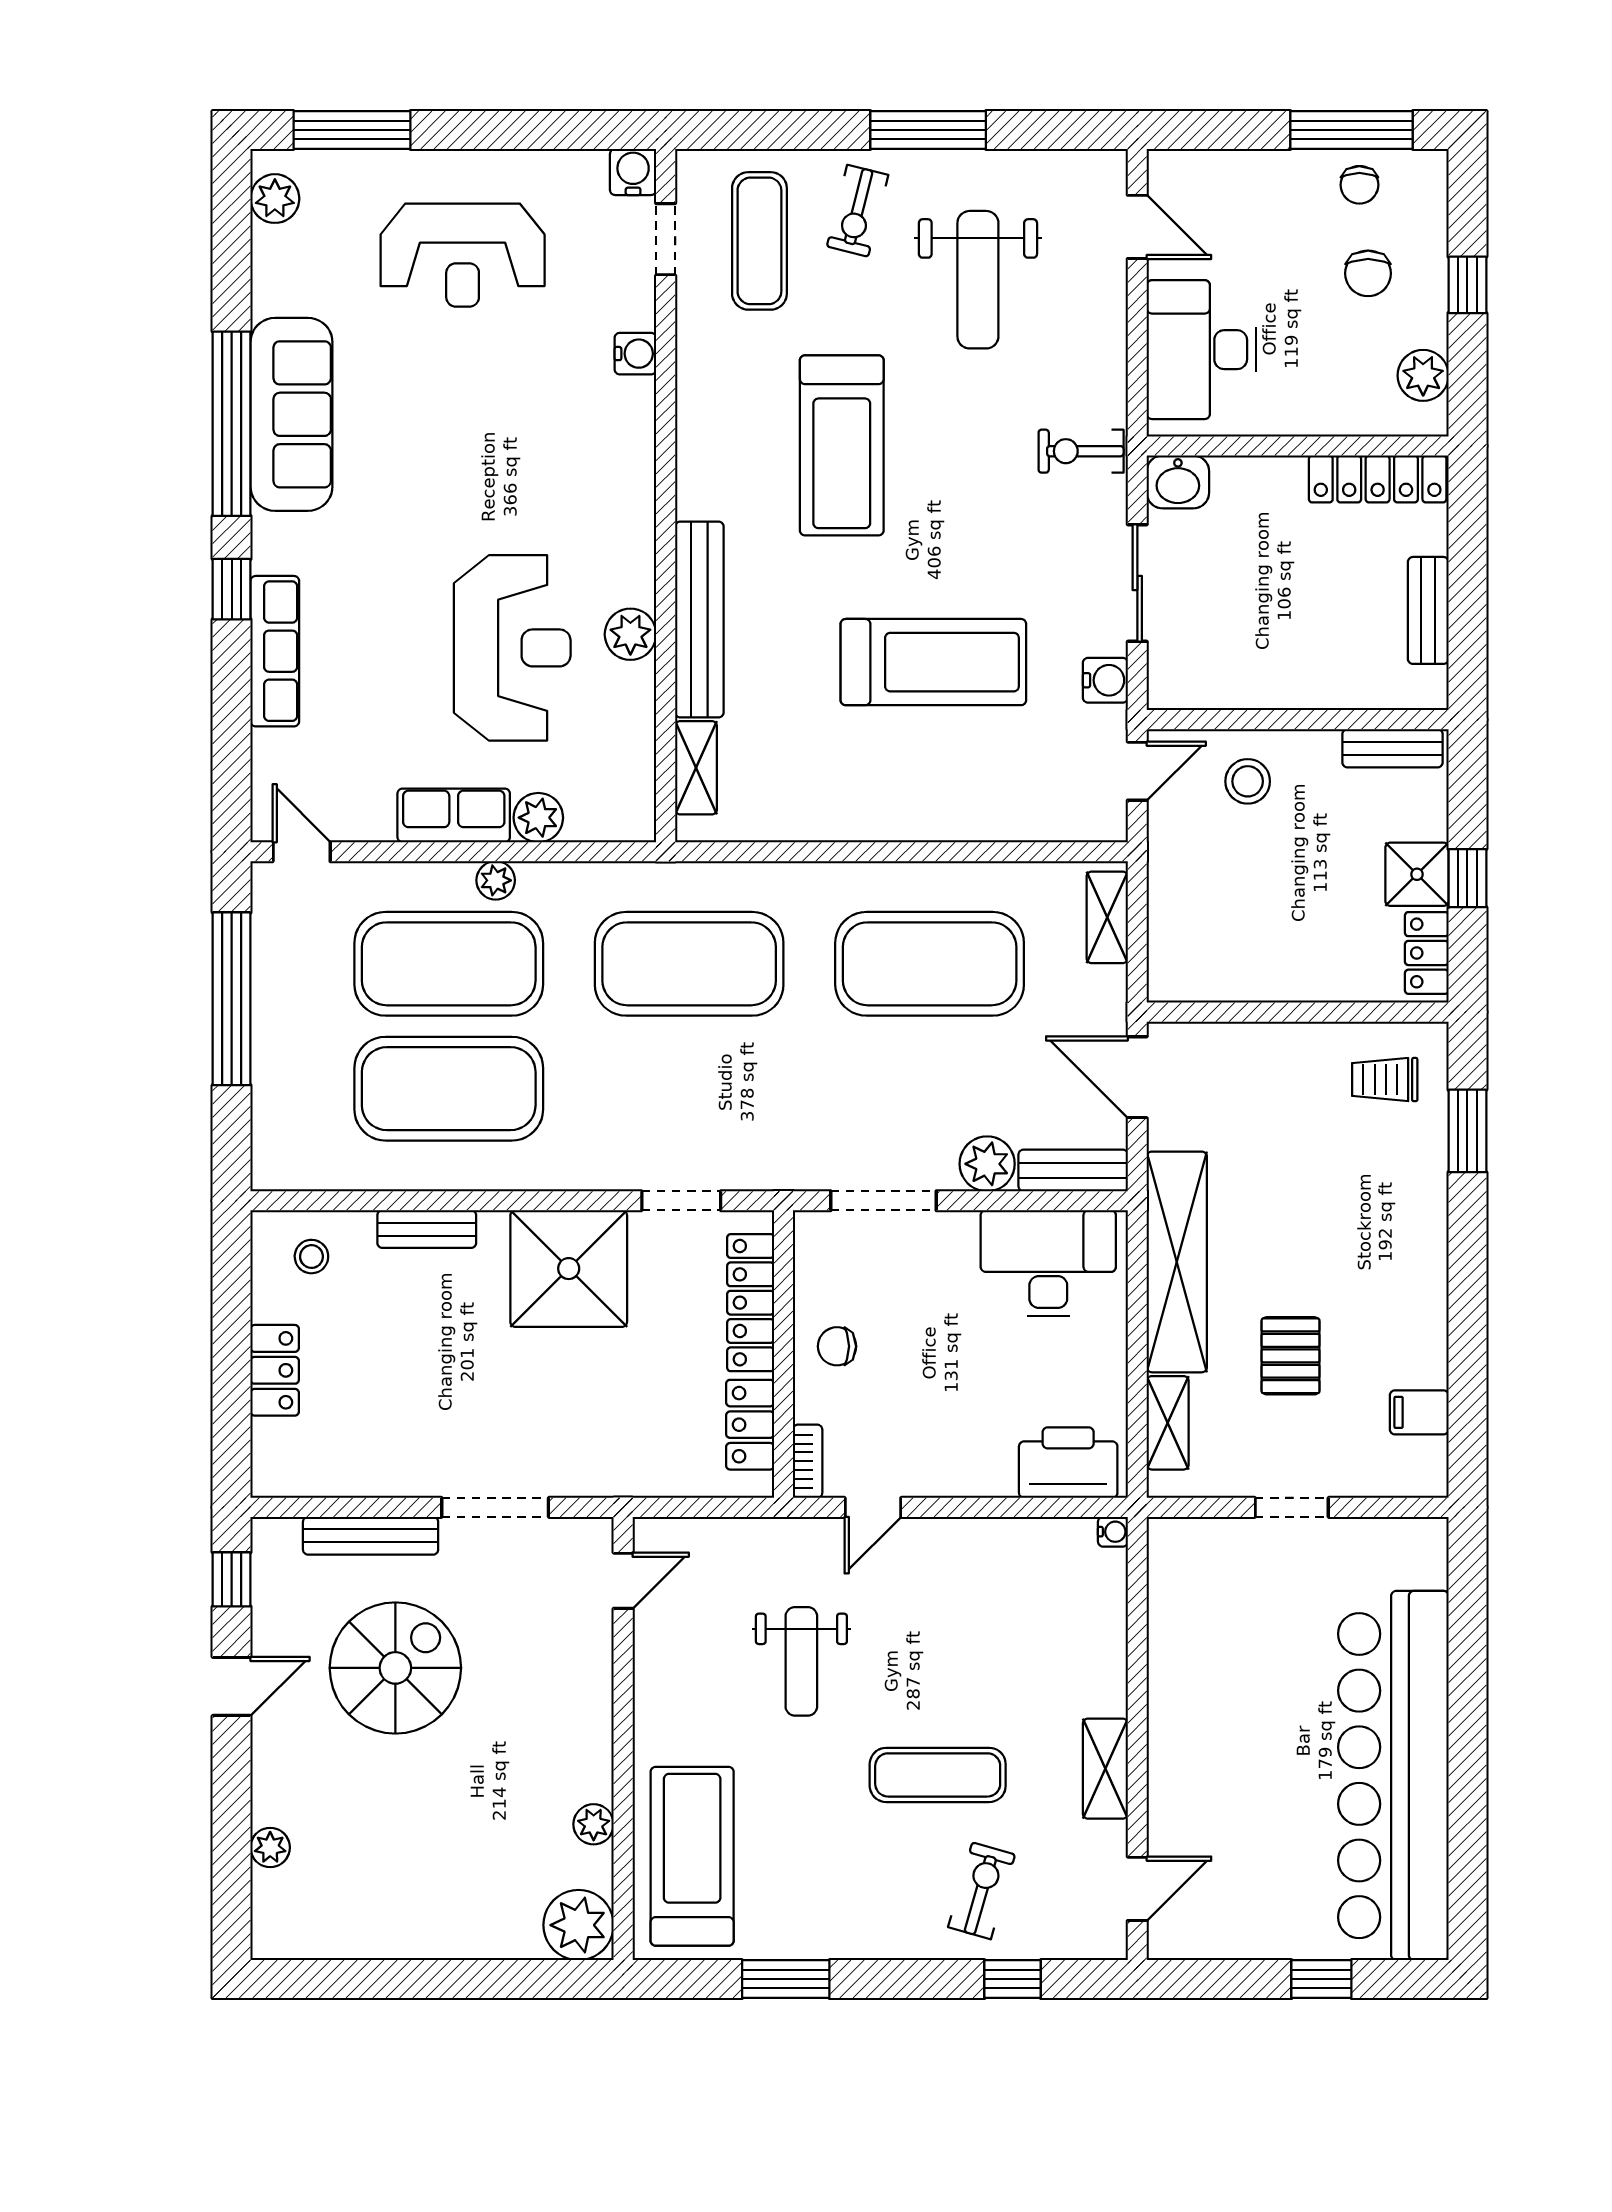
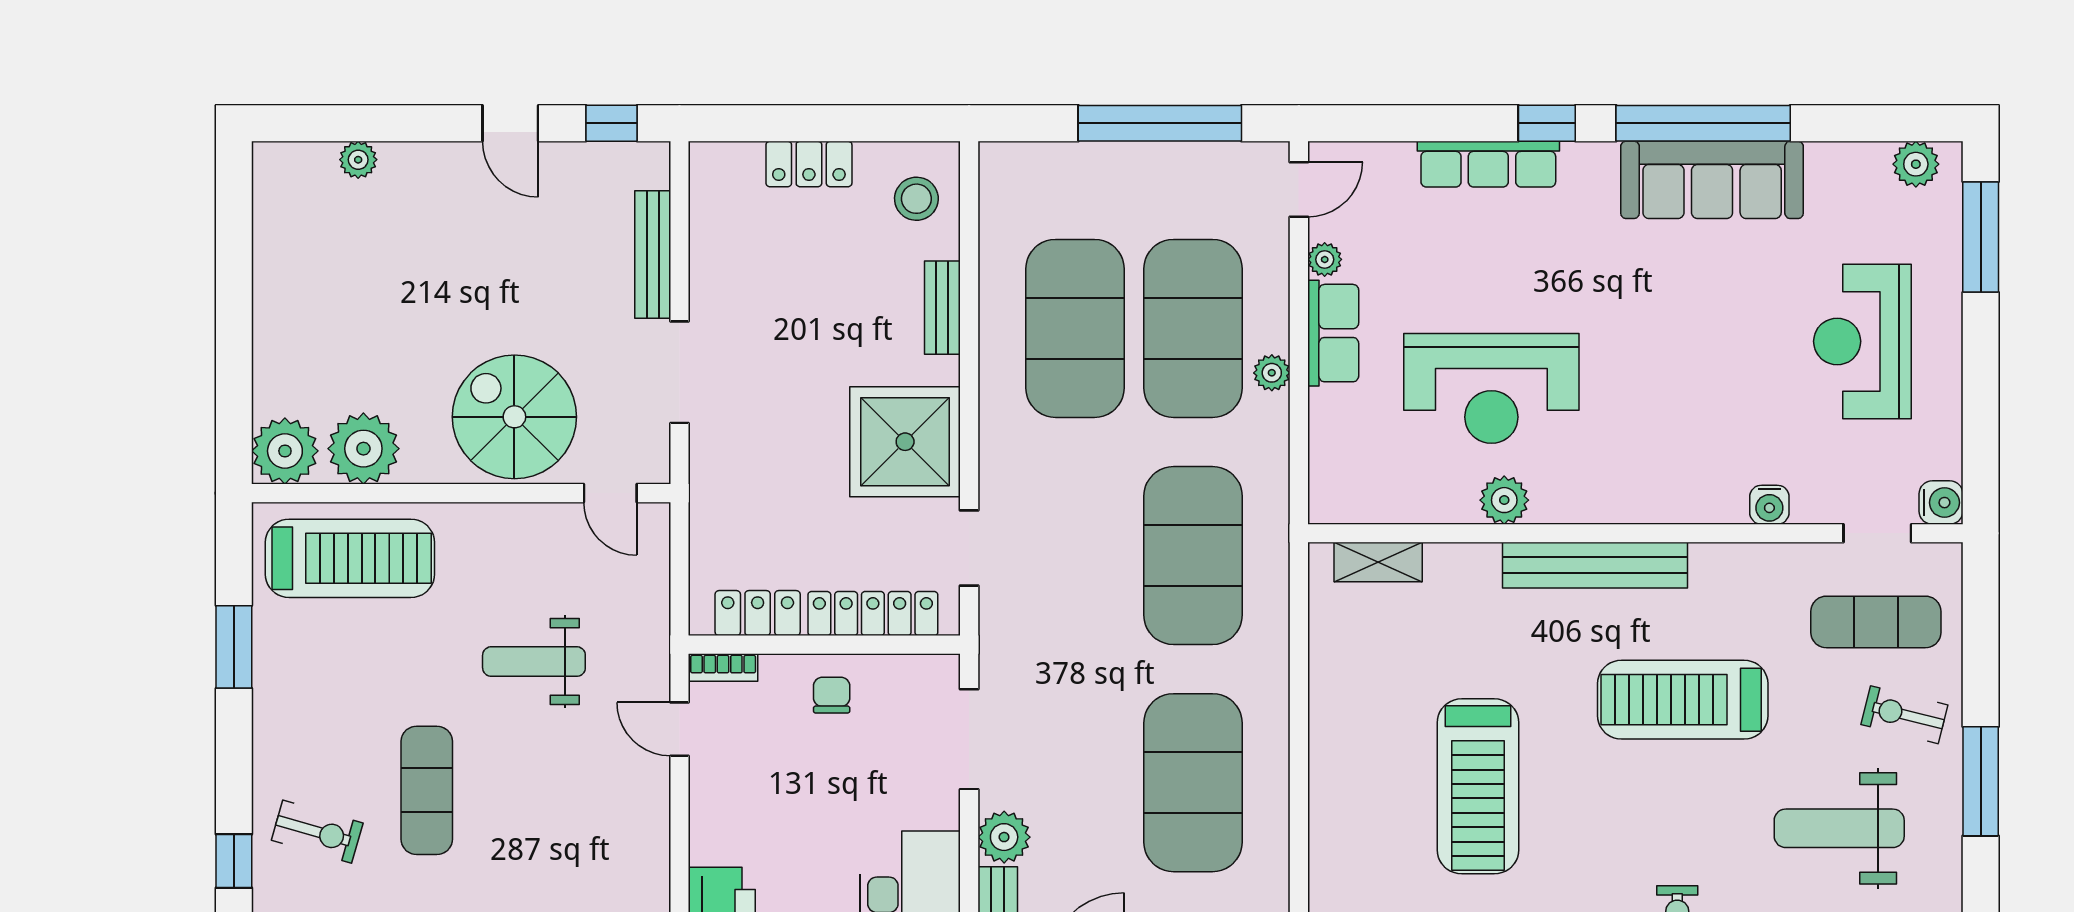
bench: (699, 620) -> (1595, 565), moved
plant: (538, 818) -> (1325, 259), moved, width x0.73, depth x0.73
stool: (311, 1257) -> (916, 199), width x1.37, depth x1.37
spiral stairs: (395, 1668) -> (514, 417), moved, turned 180
plant: (594, 1824) -> (363, 449), width x1.87, depth x1.87

